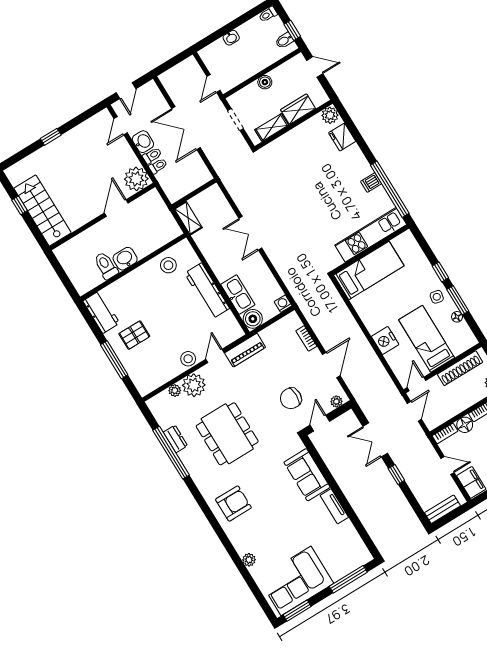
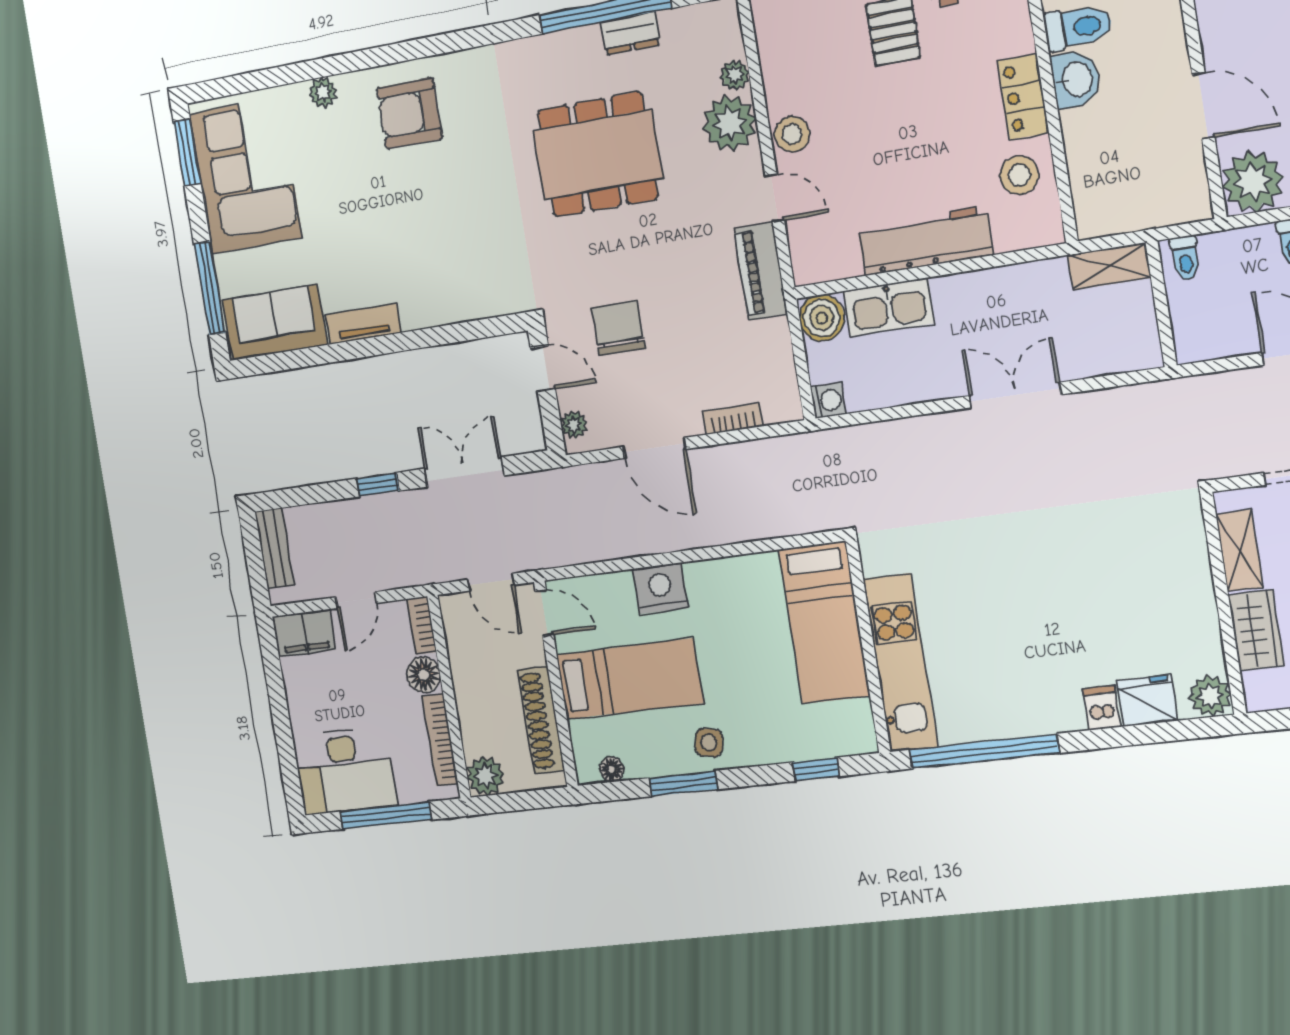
toilet: (158, 166) -> (1185, 258), moved
dishwasher: (371, 183) -> (1102, 708), moved
window: (440, 272) -> (816, 769), moved
locker: (139, 276) -> (1023, 97), added
floor lamp: (457, 317) -> (612, 769), moved
sofa: (307, 475) -> (275, 322), moved
armchair: (233, 504) -> (409, 113), moved, turned 90

